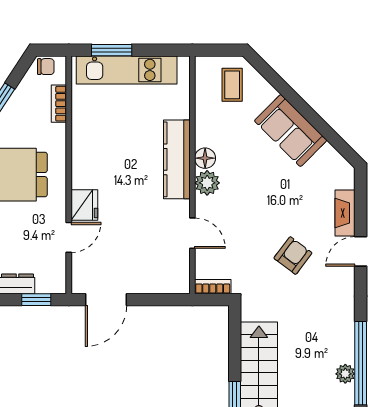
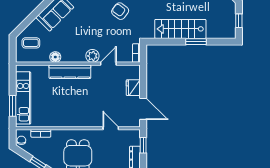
floor lamp: (205, 158) -> (55, 57), moved
plant: (207, 183) -> (92, 56), moved
fridge: (84, 205) -> (133, 88), moved, turned -90

